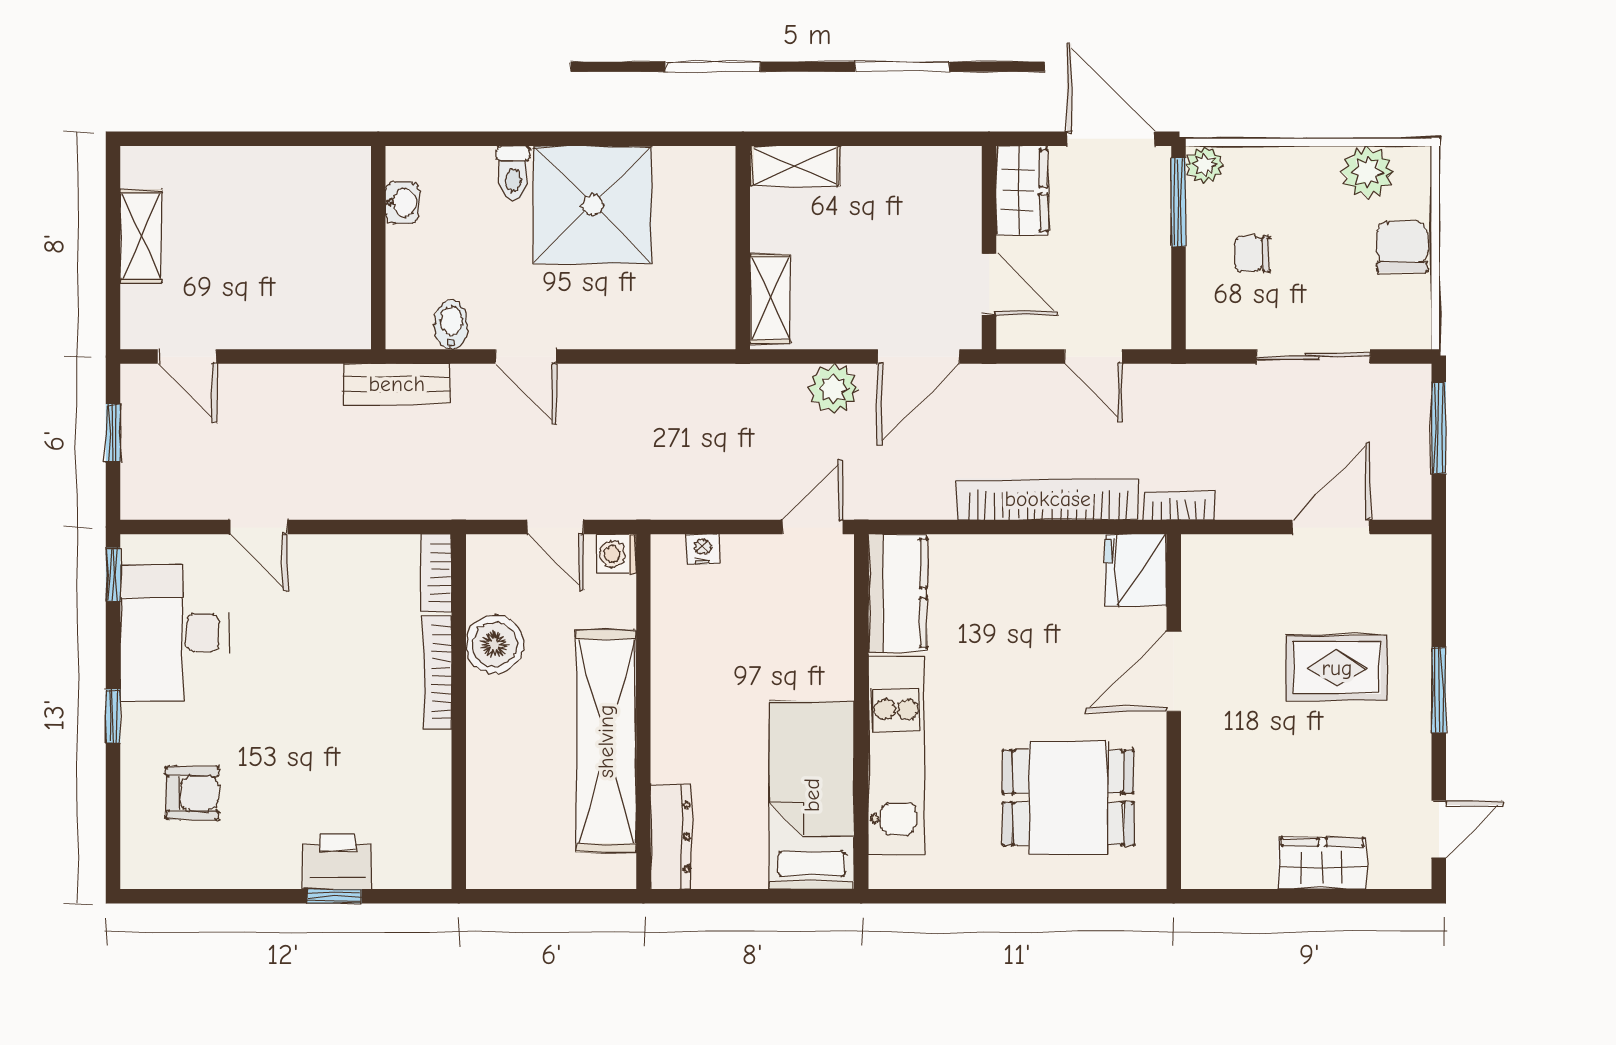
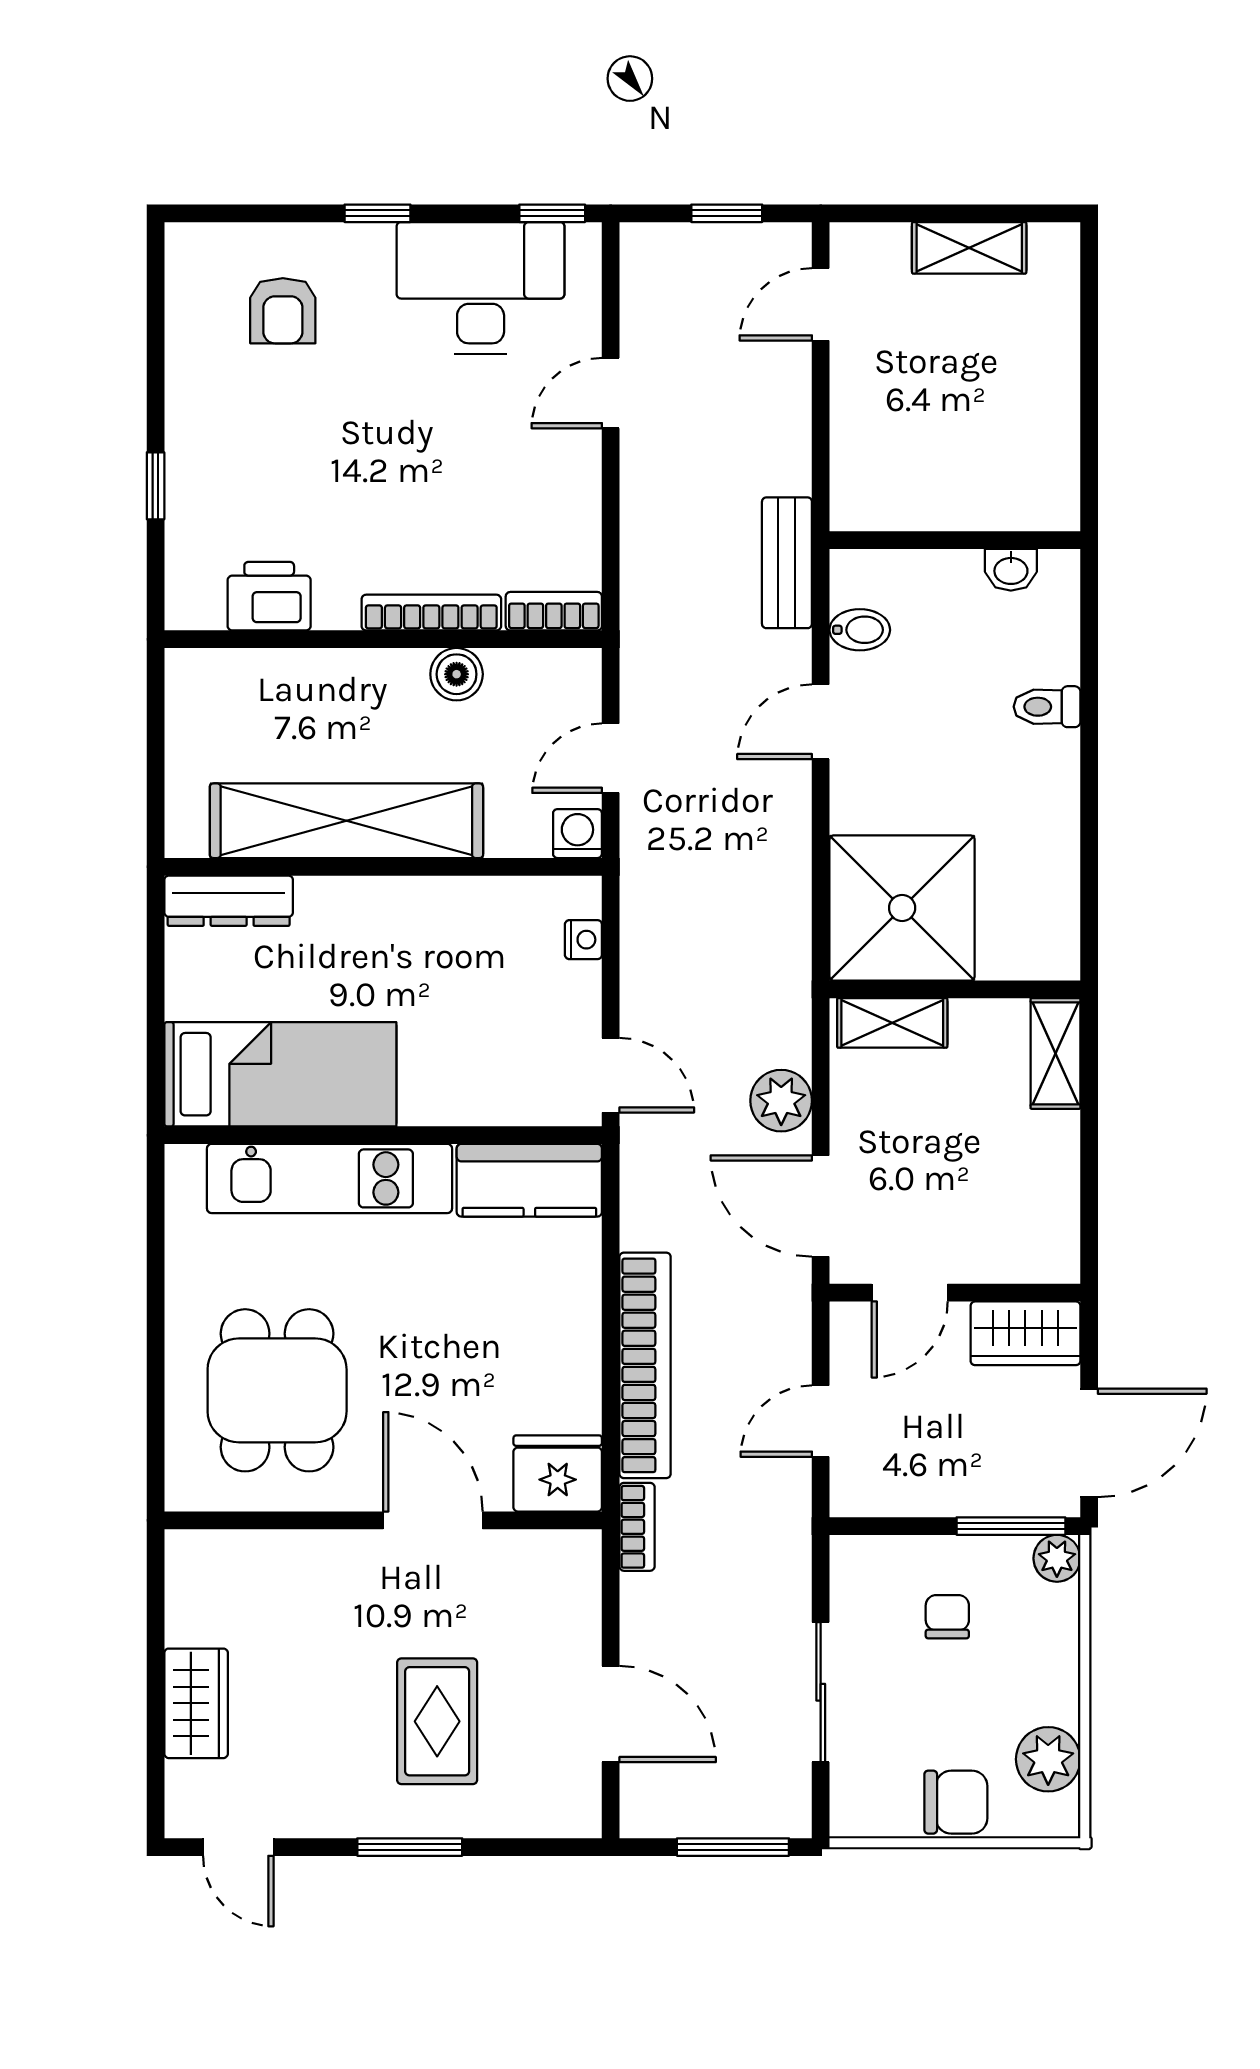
shower: (593, 205) -> (902, 908), moved
boiler: (495, 644) -> (457, 674), width x0.73, depth x0.73
printer: (337, 861) -> (269, 596), moved, turned -90

